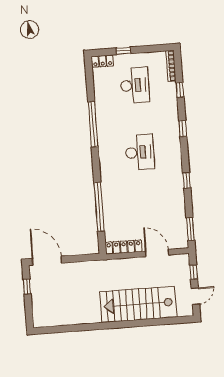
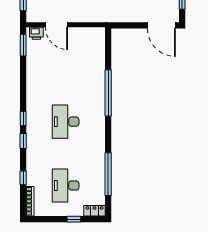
window: (93, 124) -> (108, 174), moved
window: (187, 181) -> (23, 119), moved
window: (99, 207) -> (108, 93), moved
printer: (177, 243) -> (36, 33), added
locker: (124, 247) -> (88, 33), removed

